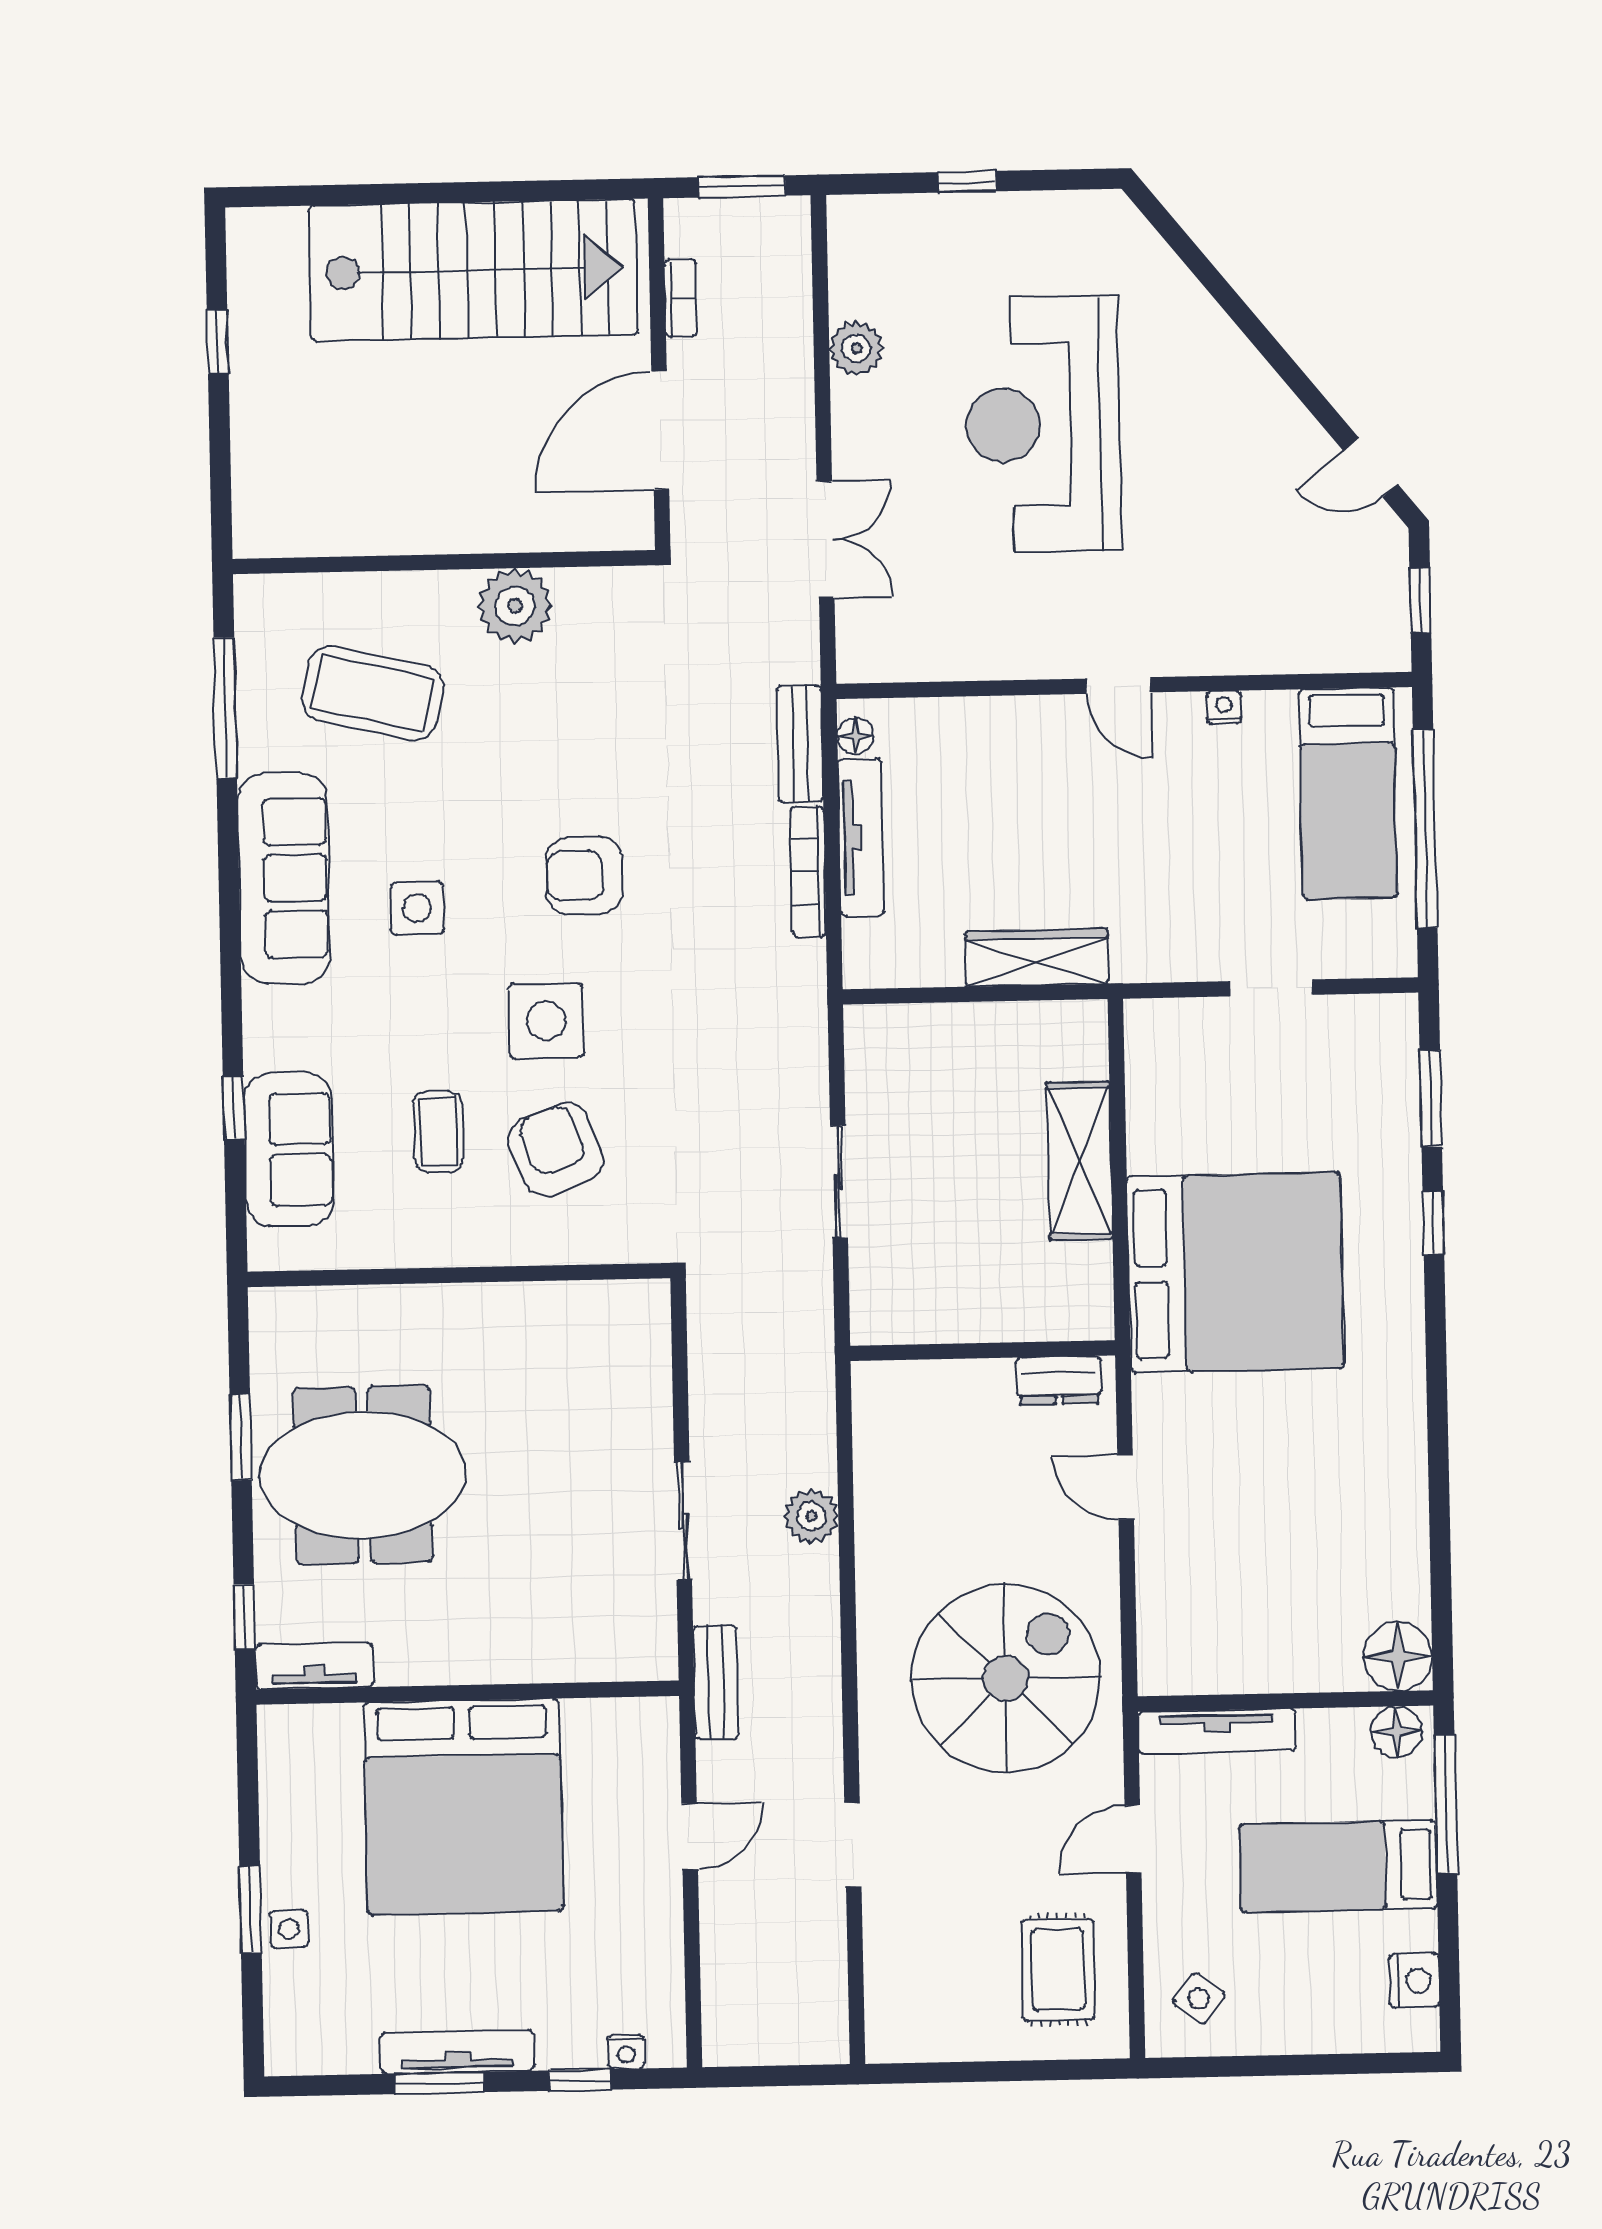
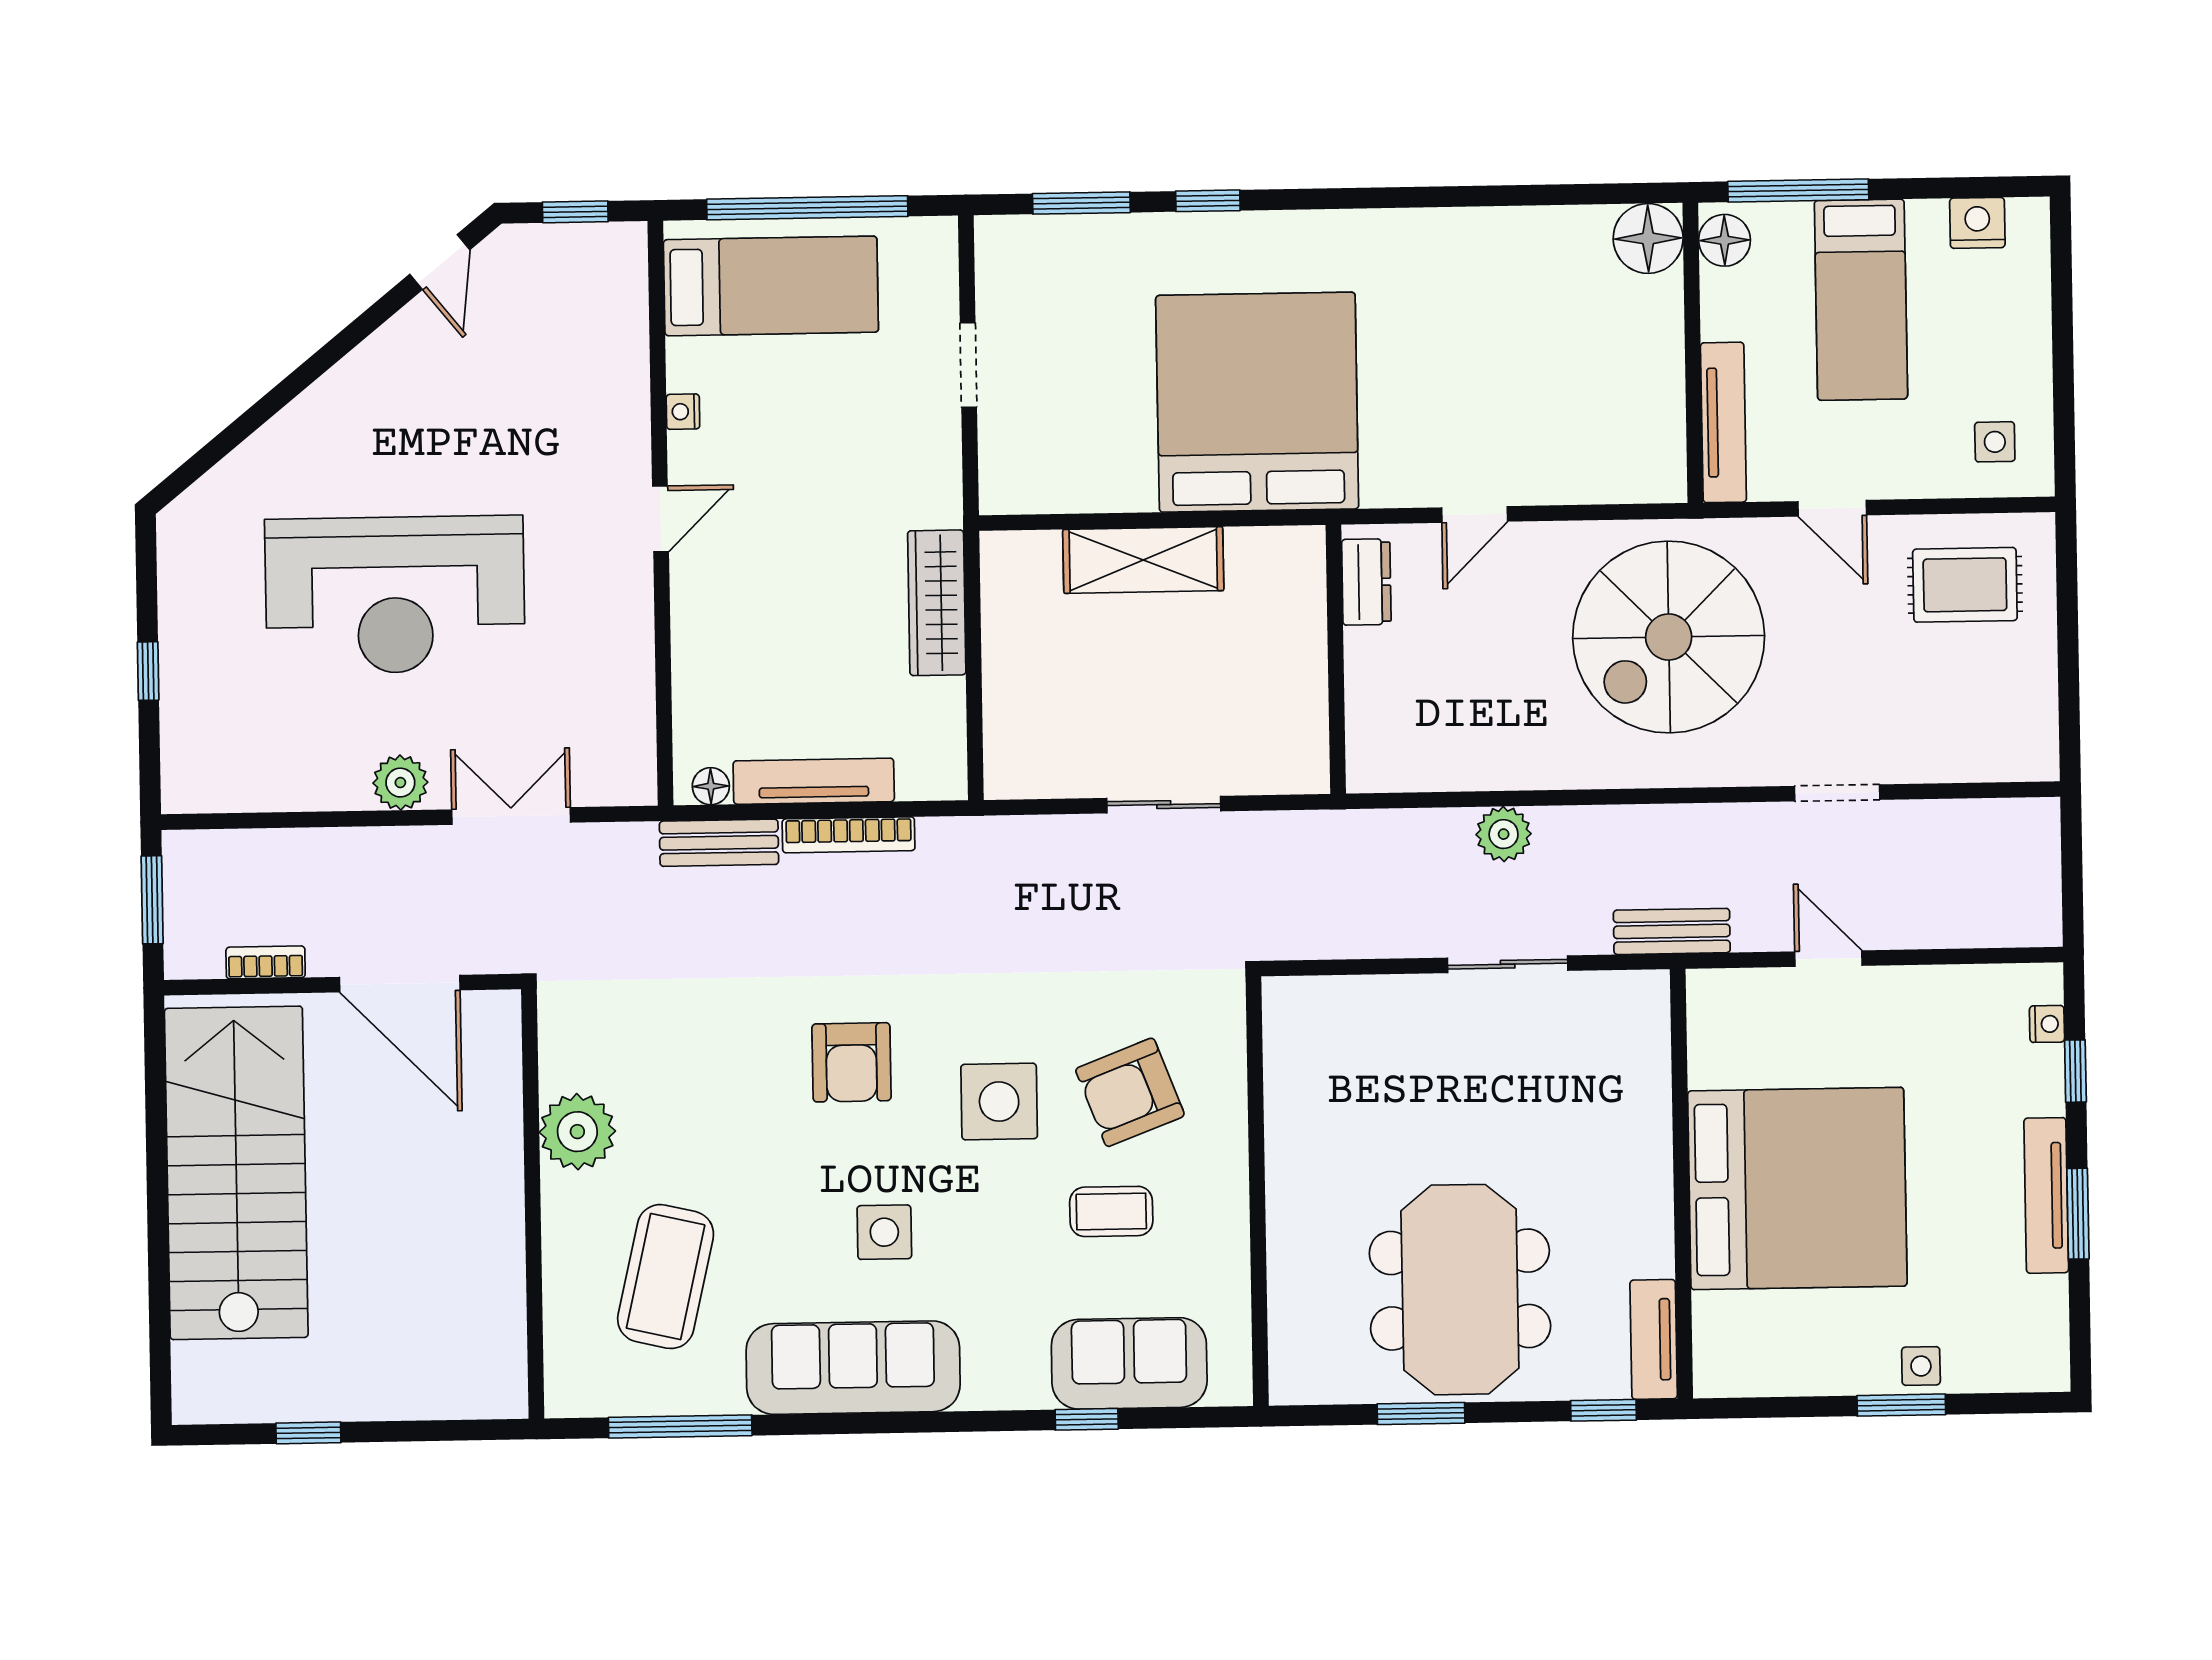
plant: (856, 348) -> (400, 783), moved
spiral stairs: (1006, 1678) -> (1669, 637), turned -90
side table: (1199, 1999) -> (1995, 442), turned -38

